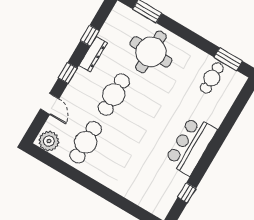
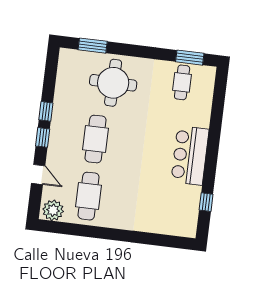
window: (90, 36) -> (46, 111), moved
dresser: (93, 54) -> (59, 109), removed

